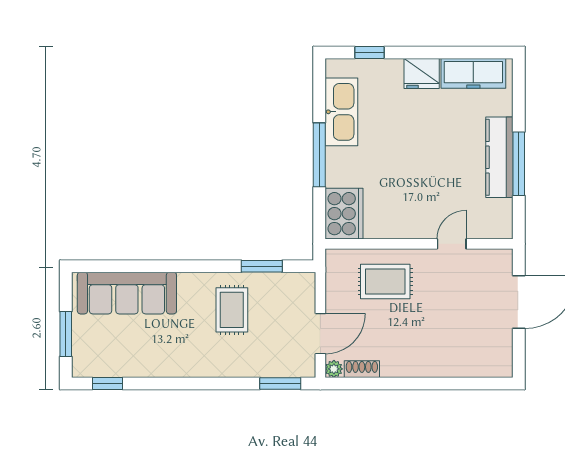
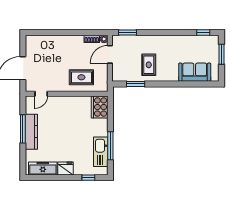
window: (319, 155) -> (110, 146), moved
door: (452, 244) -> (41, 94), moved
sofa: (127, 293) -> (195, 72), width x0.73

